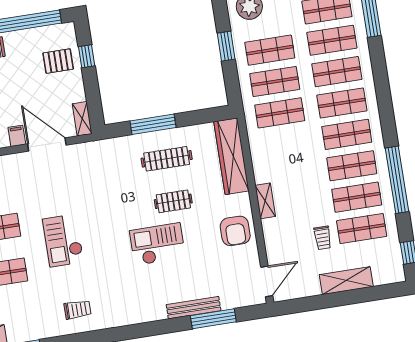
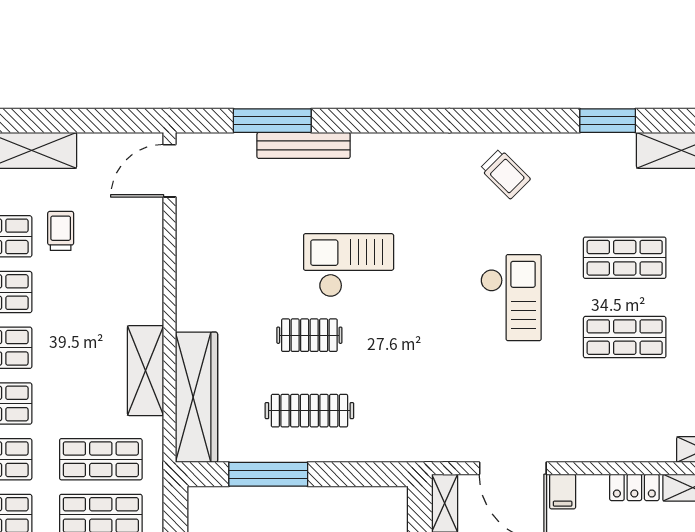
window: (153, 124) -> (268, 474), moved
shelving: (265, 201) -> (146, 371), moved, width x1.50, depth x1.33
armchair: (235, 231) -> (210, 267), removed
checkout: (157, 244) -> (349, 265), turned 180
trolley: (77, 310) -> (505, 174), turned -135

